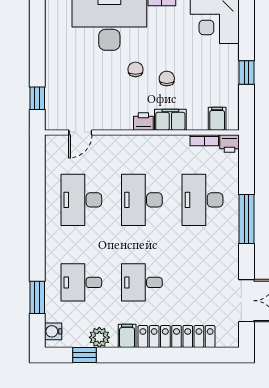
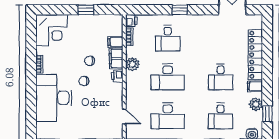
filing cabinet: (217, 119) -> (115, 42), moved
plant: (162, 145) -> (133, 64), added
desk: (202, 200) -> (168, 38), width x0.73
window: (247, 219) -> (180, 10), width x0.46

